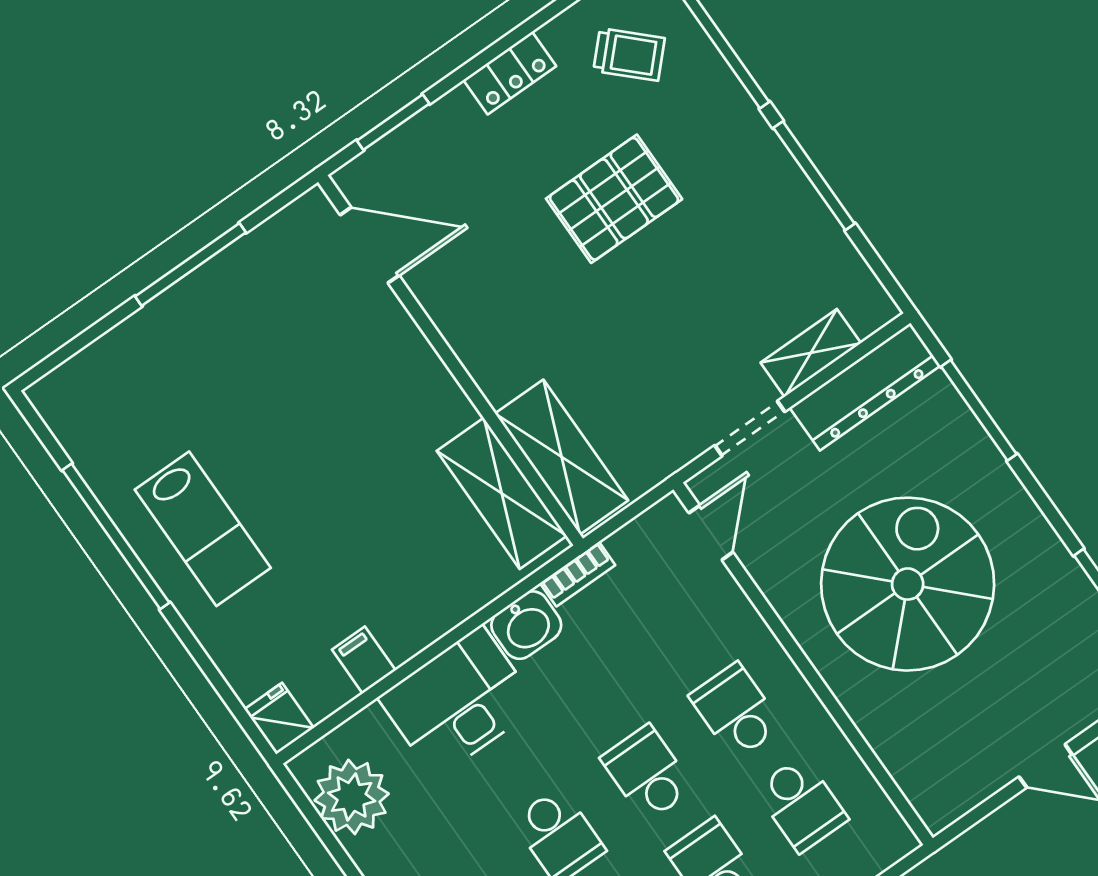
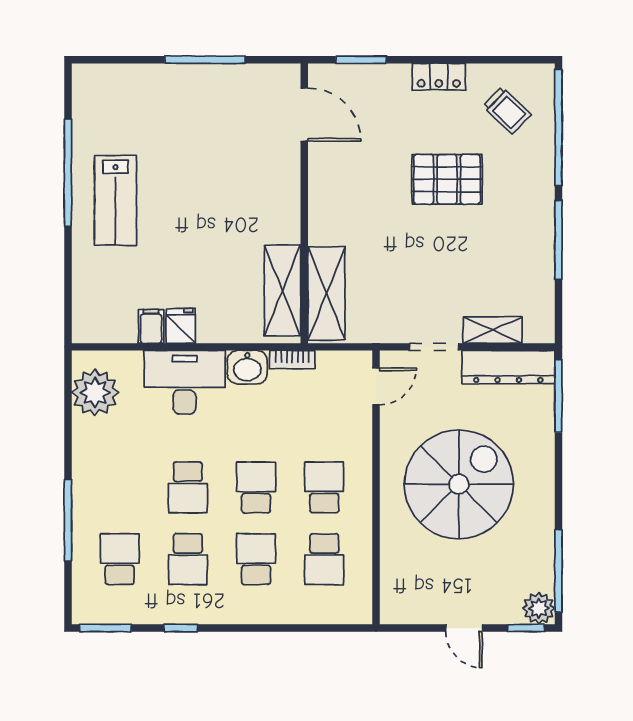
window: (979, 410) -> (558, 396), moved
fridge: (279, 719) -> (181, 326), moved

